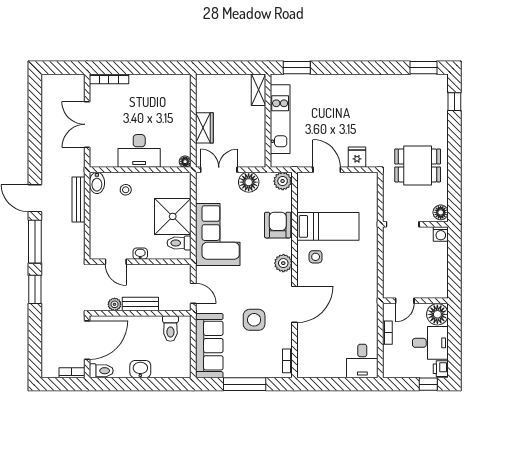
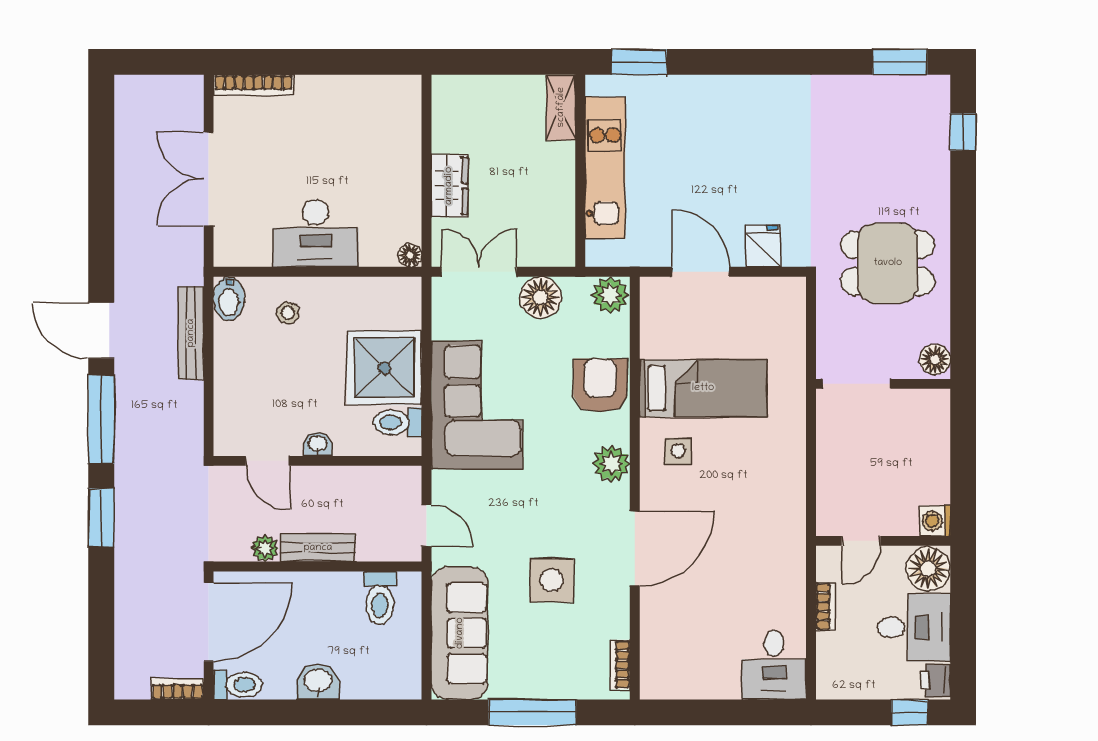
washing machine: (441, 234) -> (935, 521), moved, turned 90

